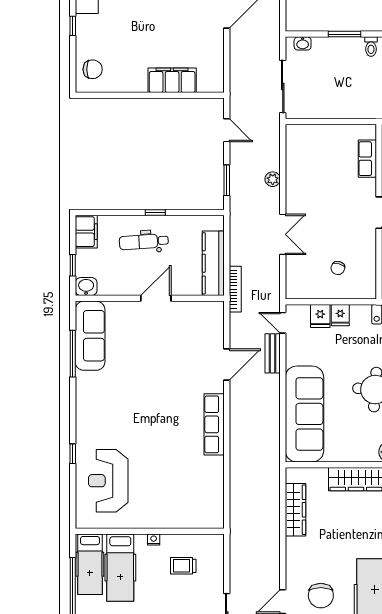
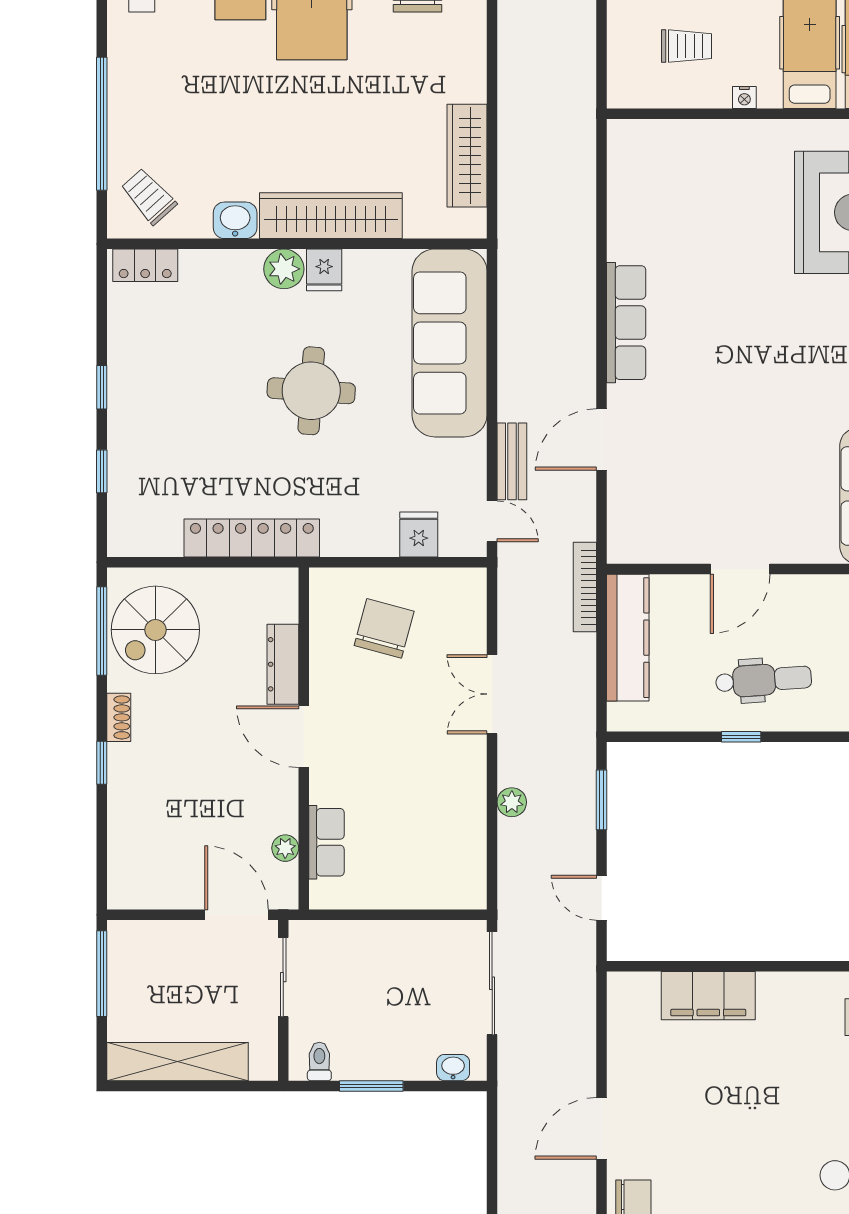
chair: (338, 268) -> (384, 628), width x1.87, depth x1.87
fridge: (340, 315) -> (324, 270), moved, turned 180

